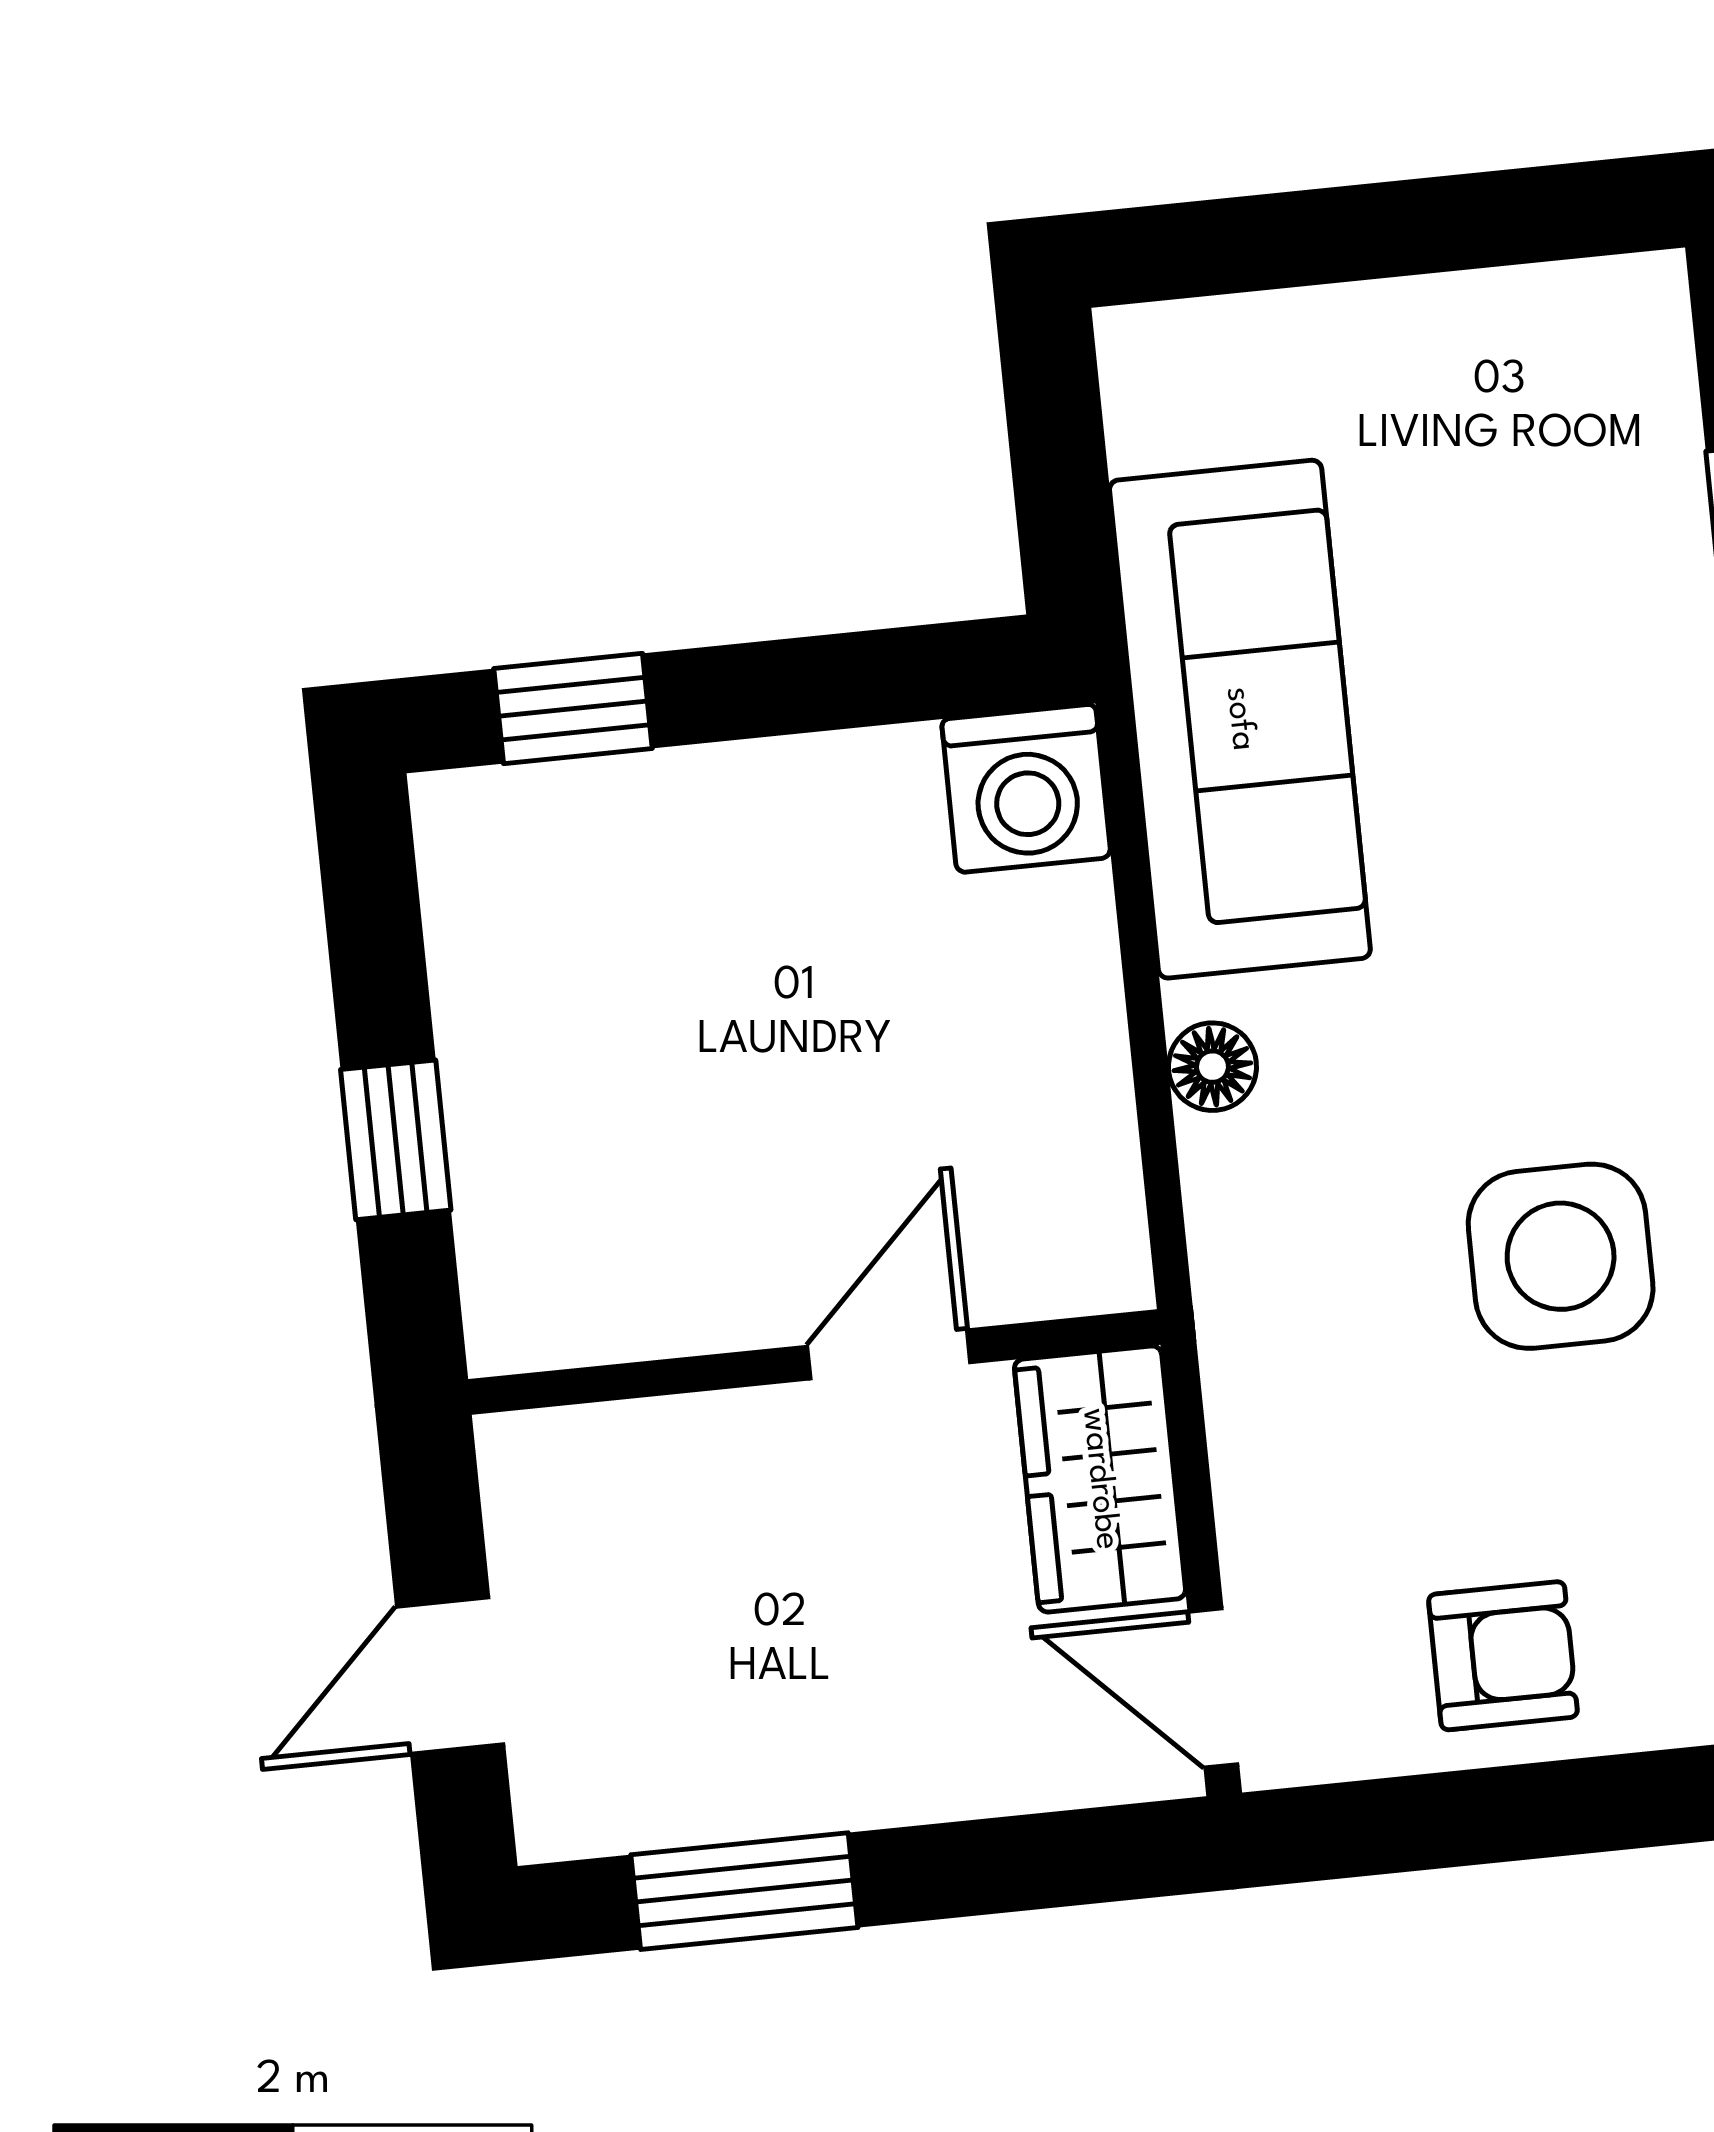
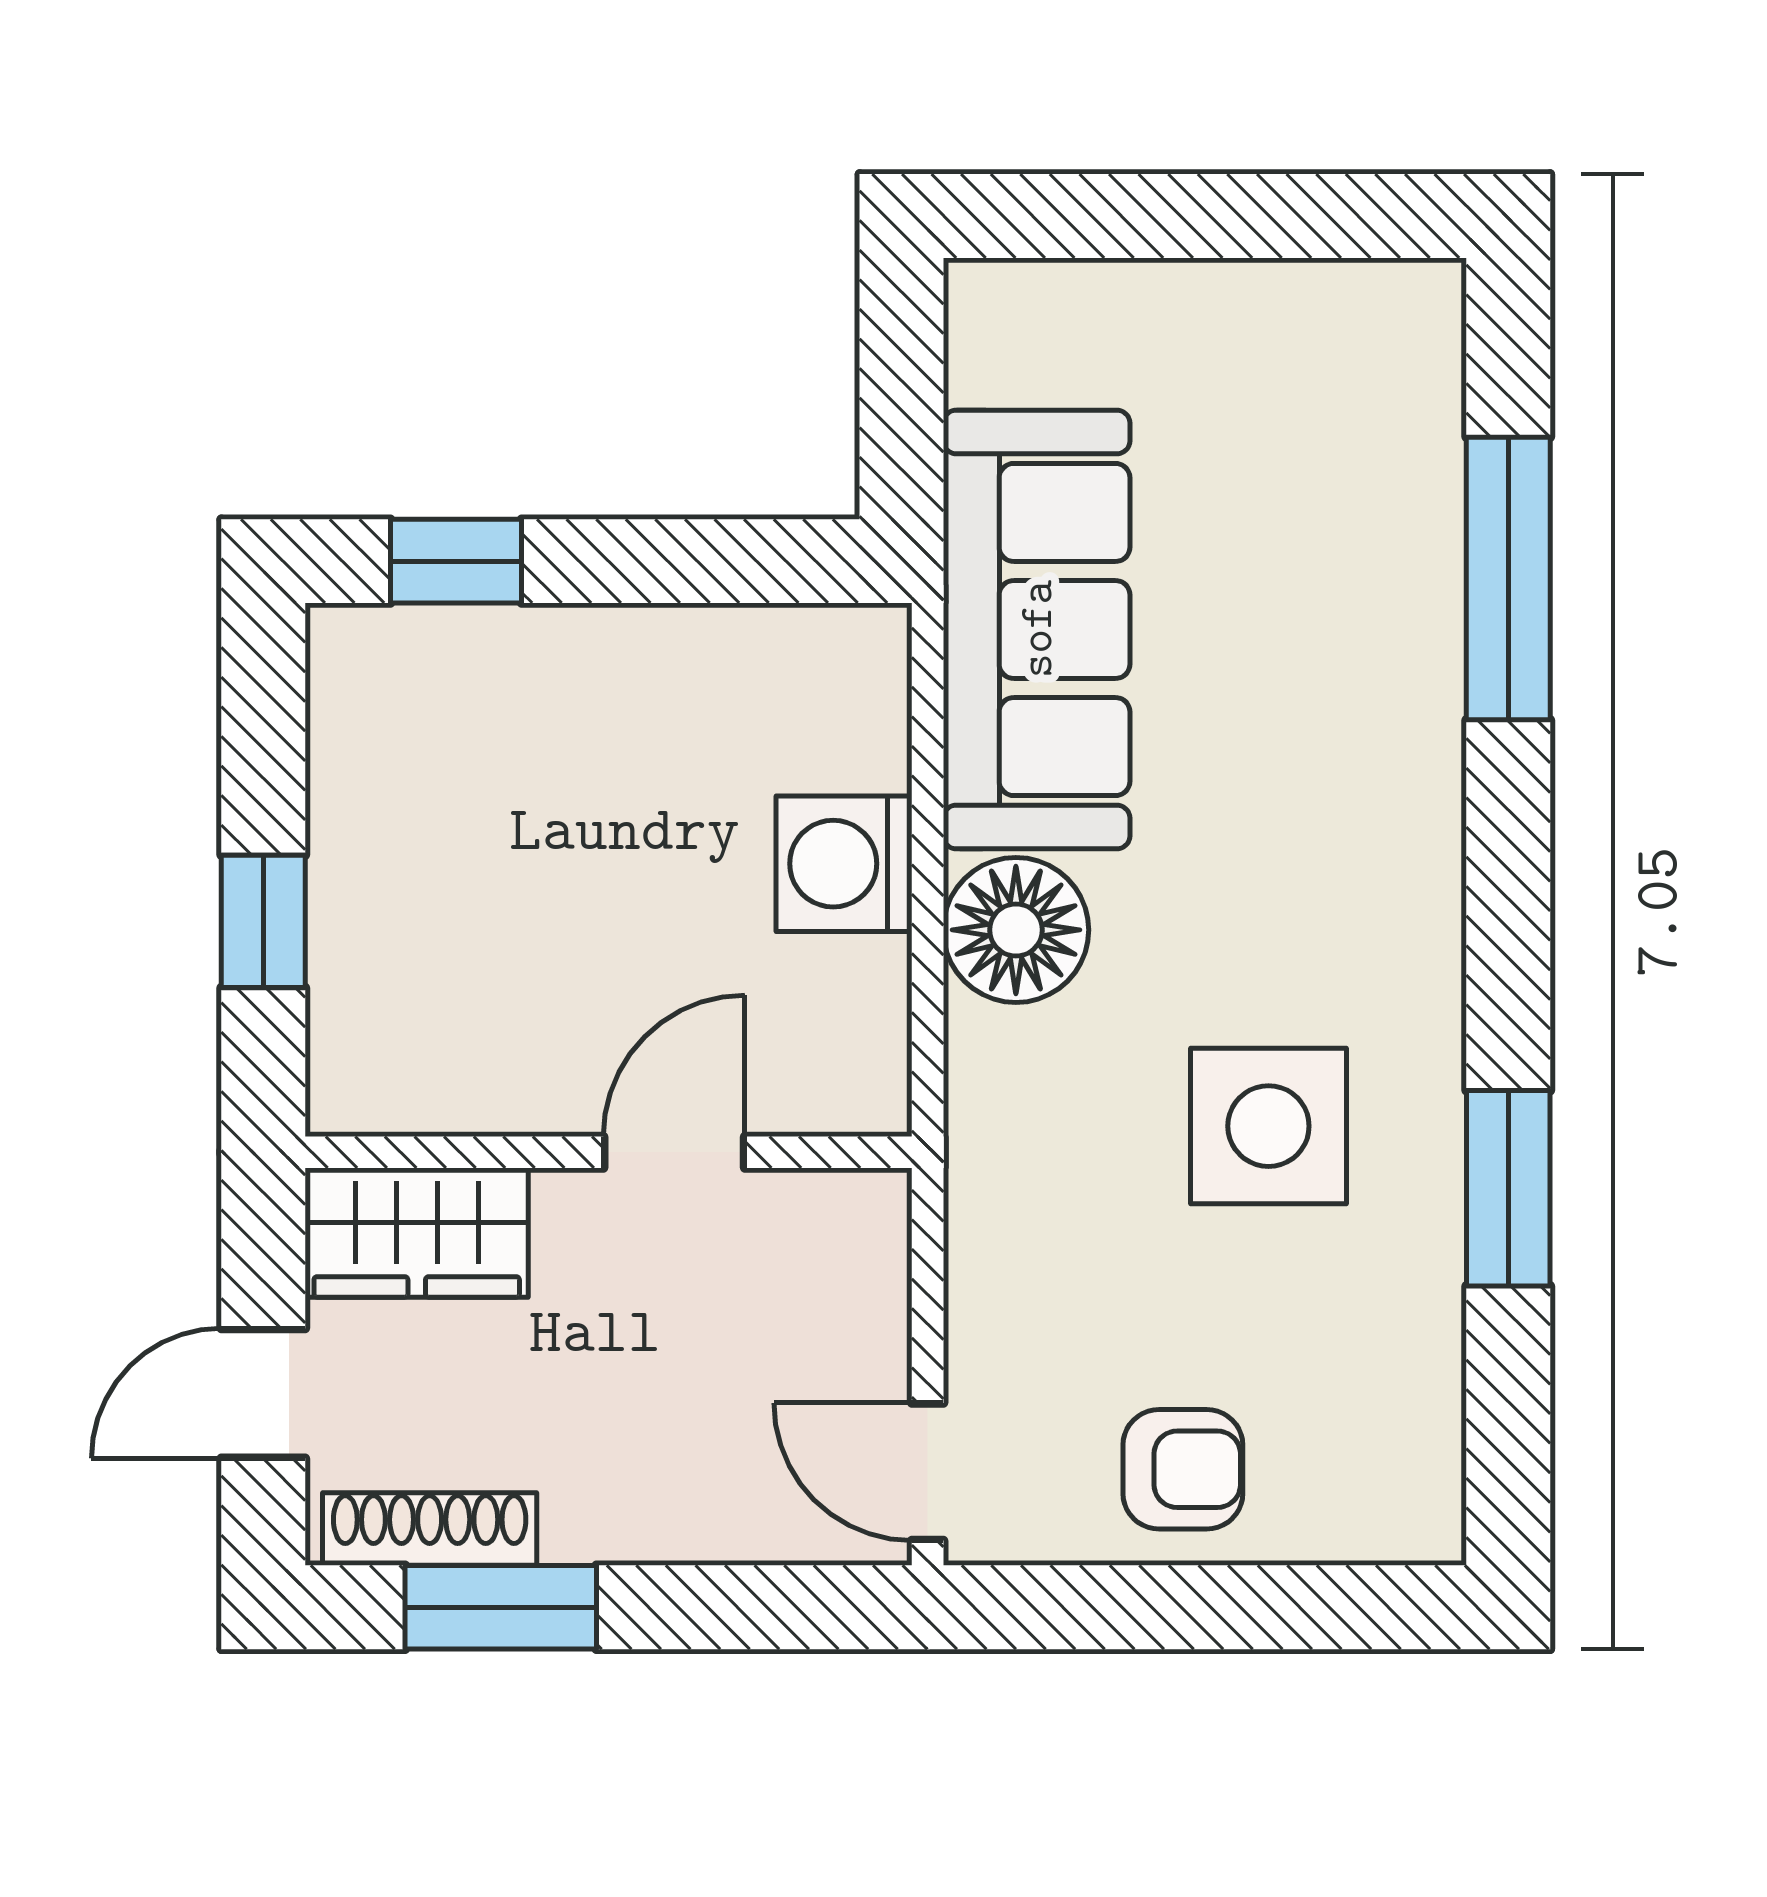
washing machine: (1026, 788) -> (844, 864), moved, turned 90
floor lamp: (1212, 1067) -> (1016, 930), width x1.89, depth x1.89
wardrobe: (1100, 1479) -> (417, 1233), moved, turned -90
shoe rack: (655, 1811) -> (430, 1529), added

